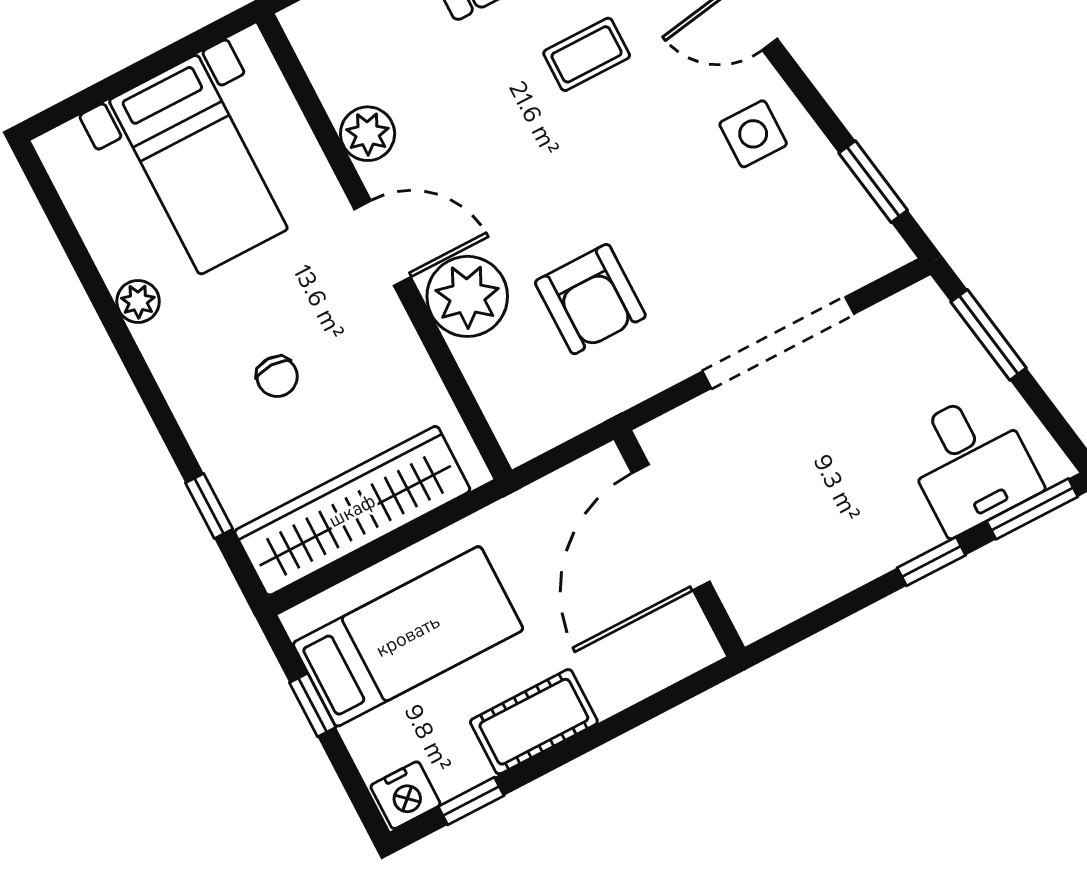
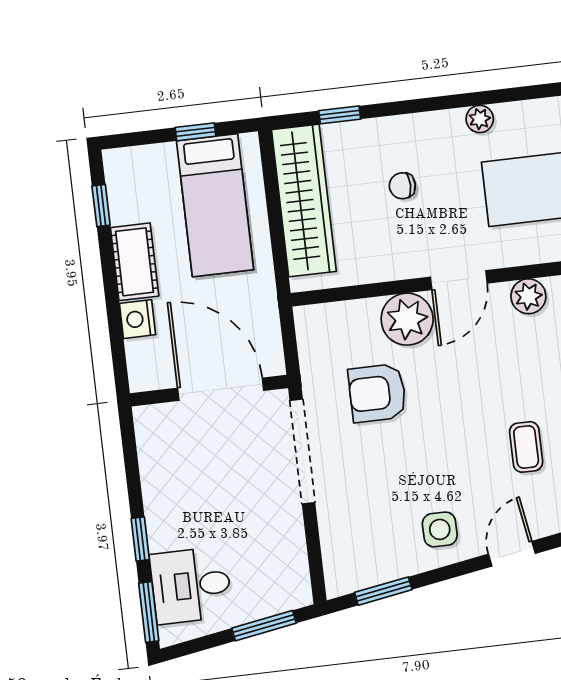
doorway: (778, 343) -> (302, 451), moved
nightstand: (405, 795) -> (138, 319), moved

